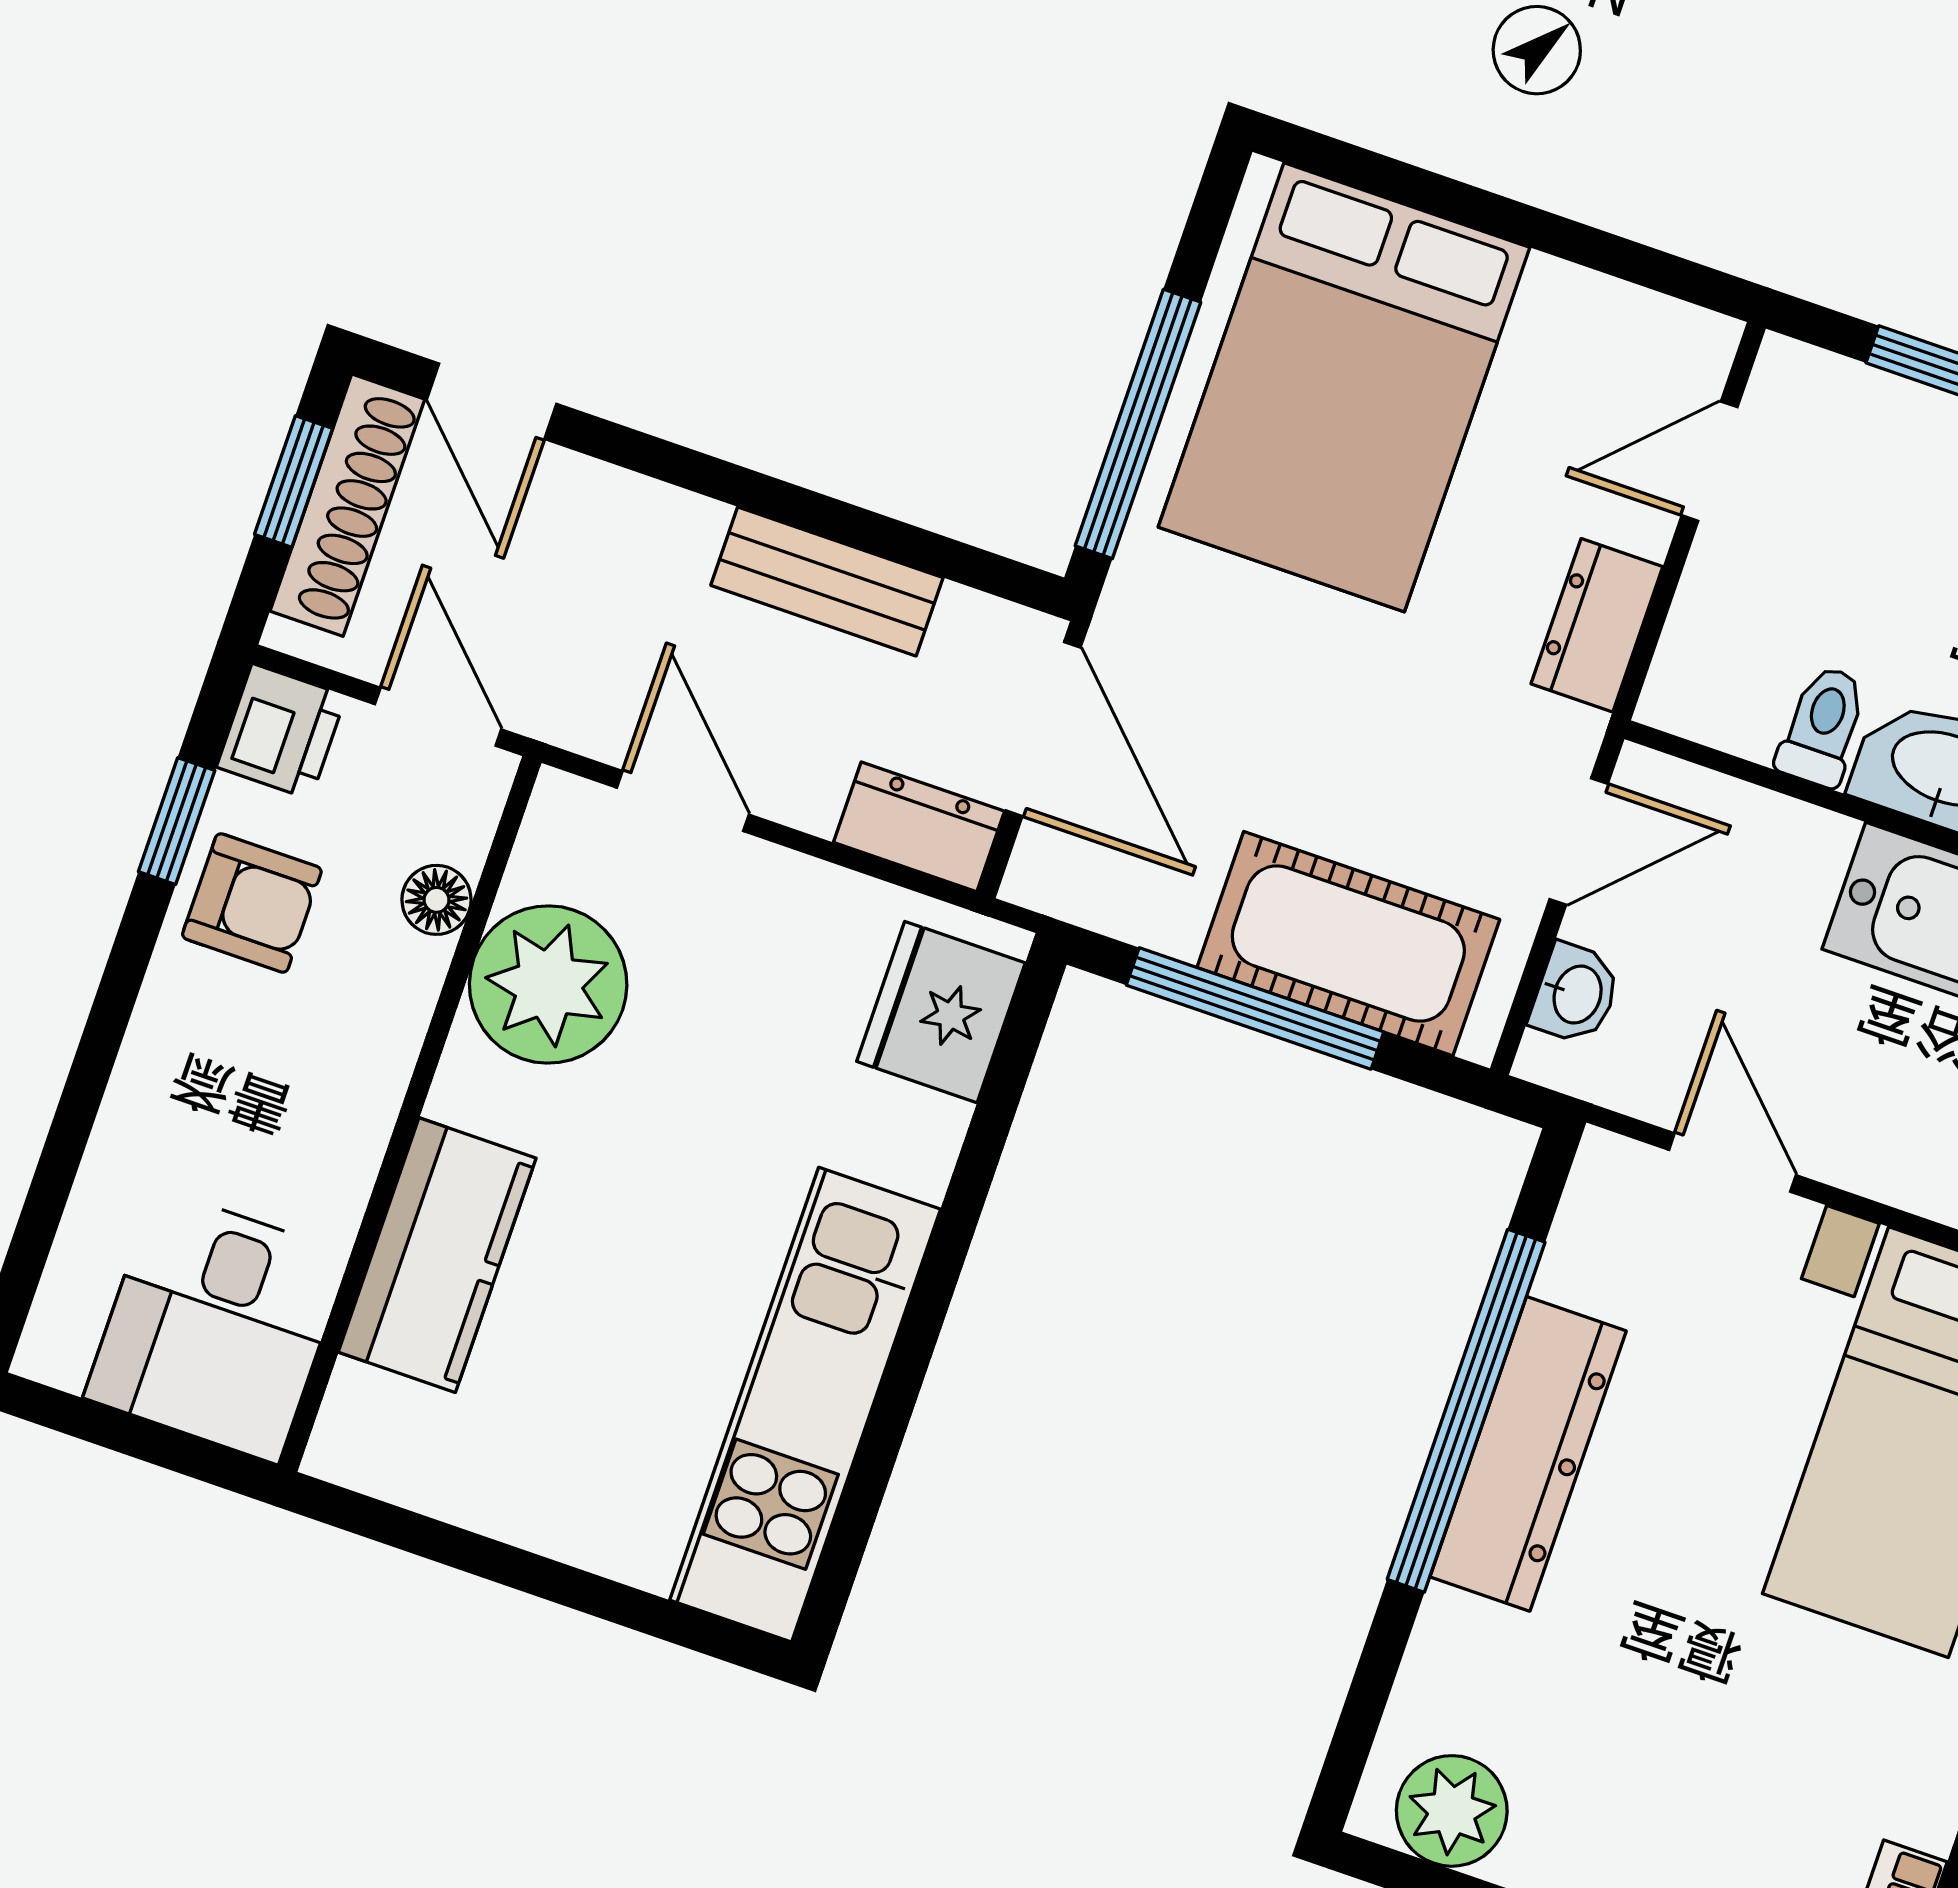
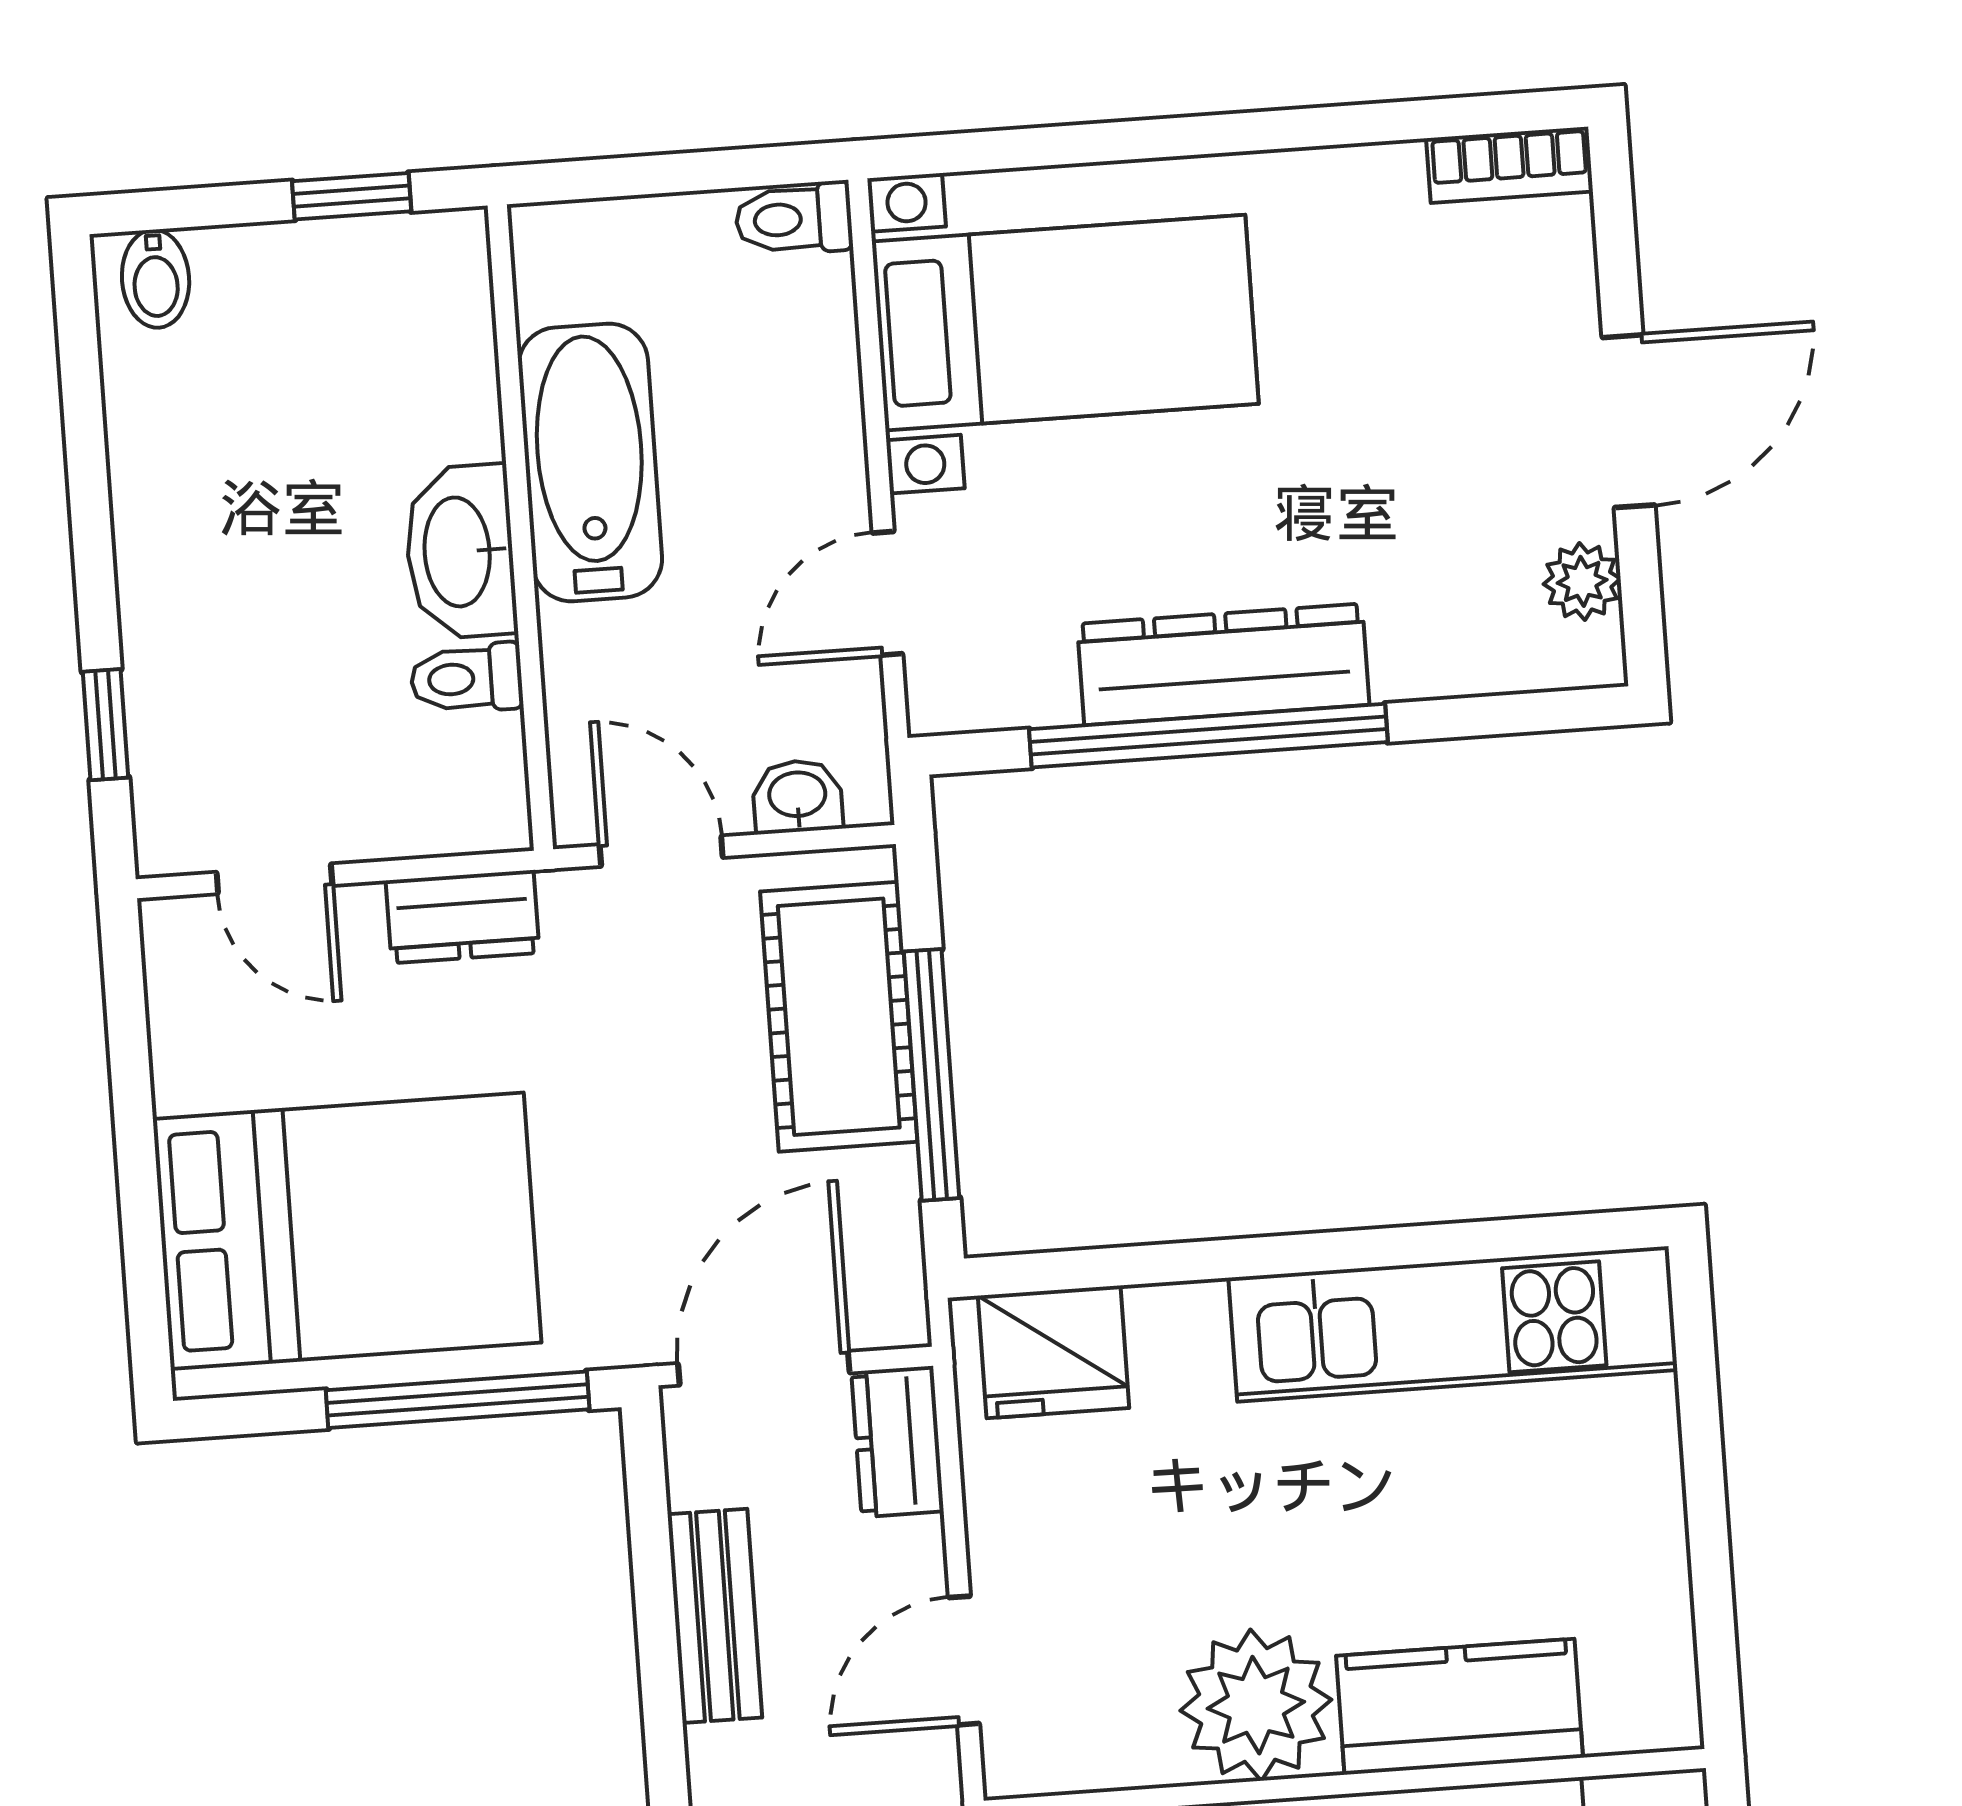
plant: (548, 984) -> (1256, 1705), moved
plant: (1452, 1811) -> (1582, 581), width x0.73, depth x0.73

